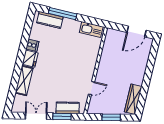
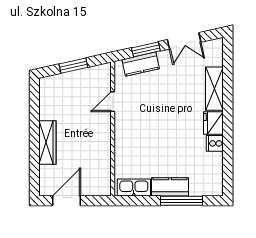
kitchen counter: (50, 20) -> (170, 187), moved
wardrobe: (133, 99) -> (47, 143), moved

